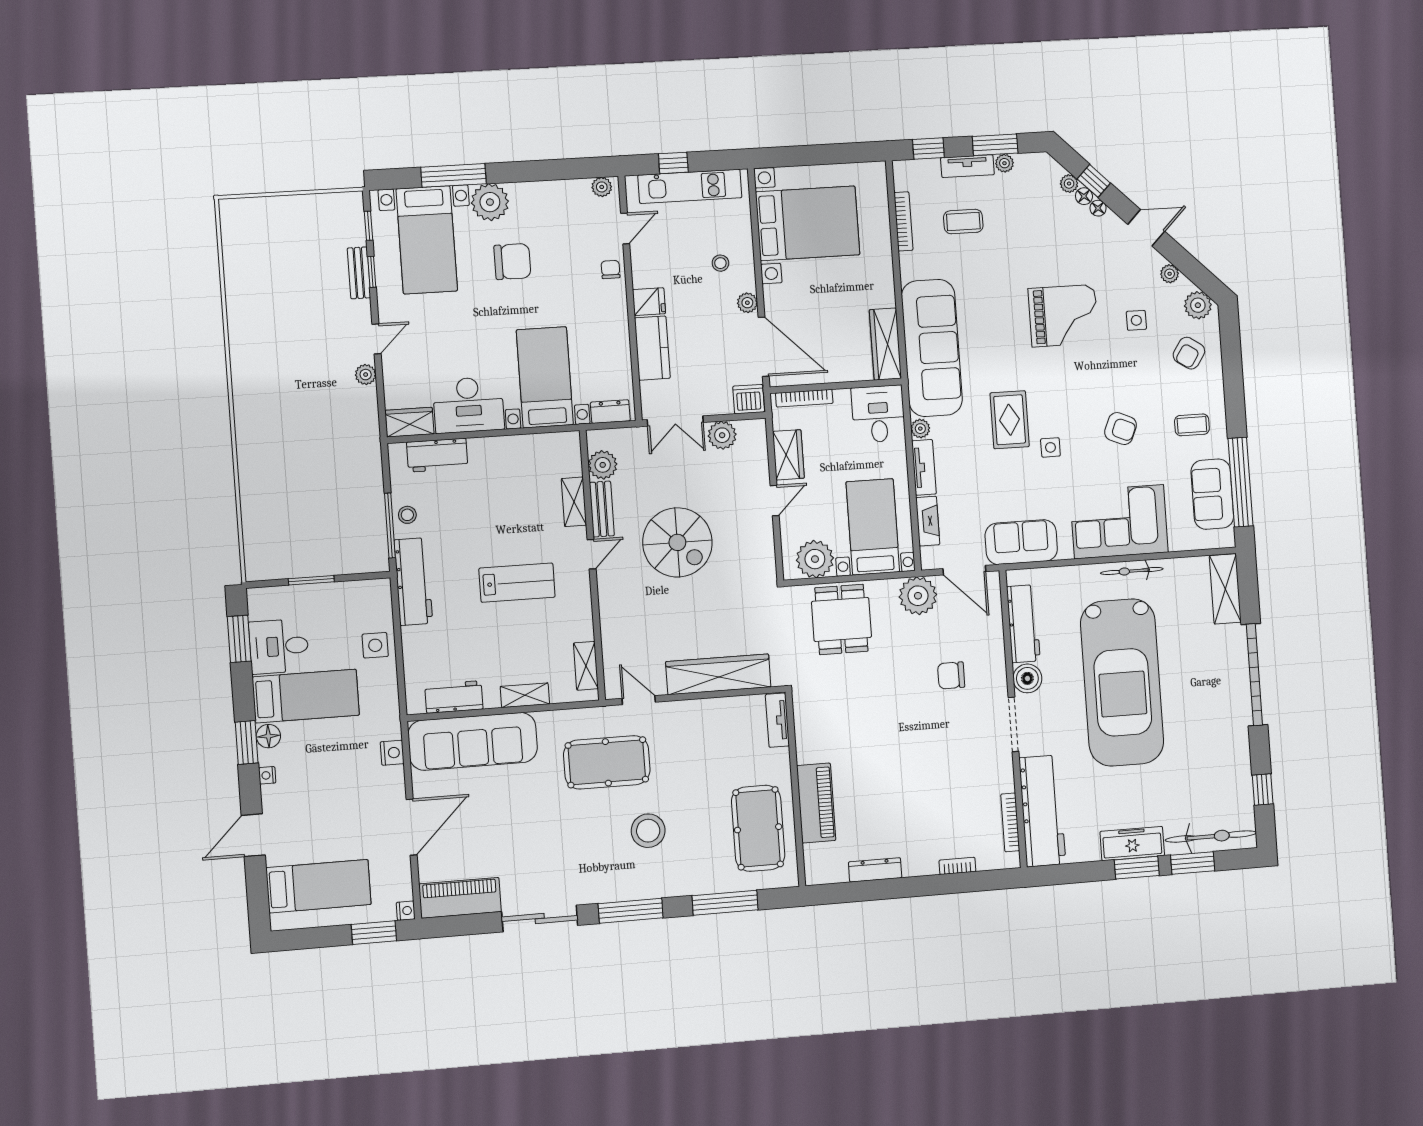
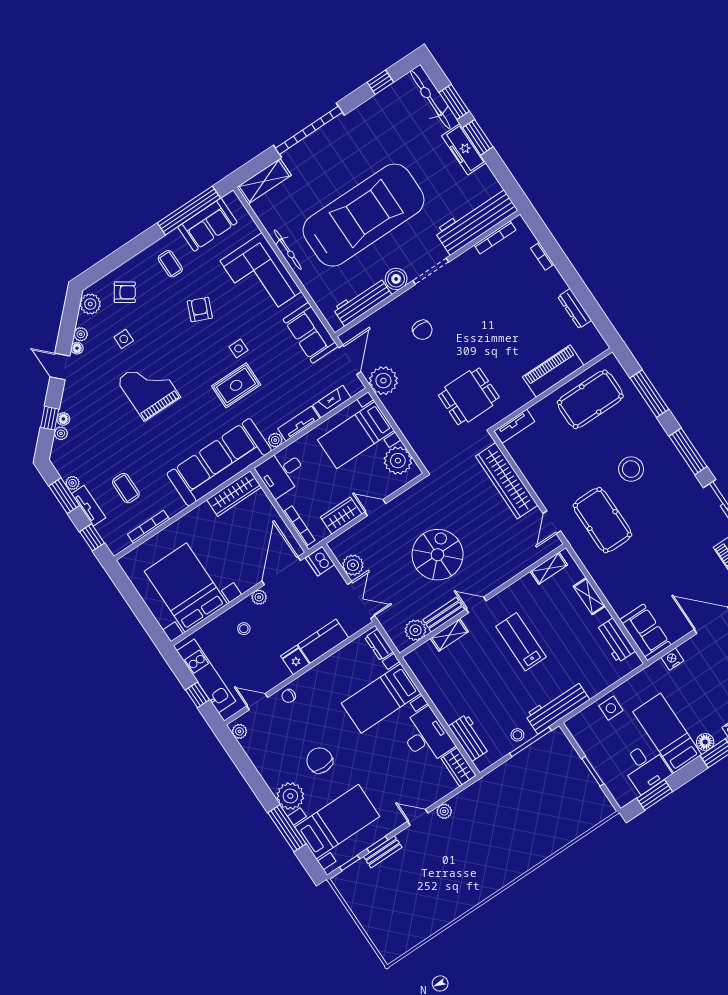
floor lamp: (1098, 208) -> (77, 348), moved
dining table: (841, 619) -> (469, 396), moved
sofa: (473, 741) -> (645, 632), width x0.54, depth x0.79

